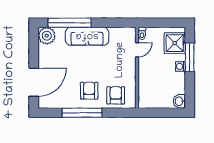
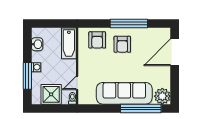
sofa: (87, 36) -> (124, 93), width x1.36, depth x1.27
shower: (175, 43) -> (51, 94), moved
bathtub: (146, 92) -> (69, 43), added
washbasin: (179, 101) -> (37, 44), moved

